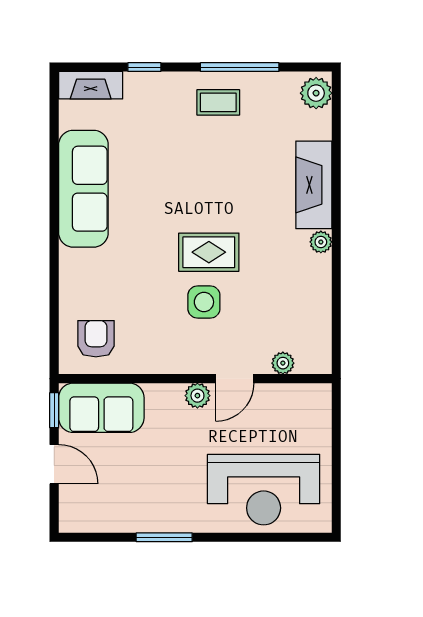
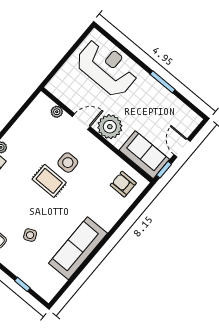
window: (144, 67) -> (22, 284), moved
fireplace: (91, 85) -> (40, 287), removed
side table: (170, 149) -> (30, 235), added
armchair: (96, 339) -> (123, 184), turned 90
plant: (197, 396) -> (110, 127), width x1.88, depth x1.88

